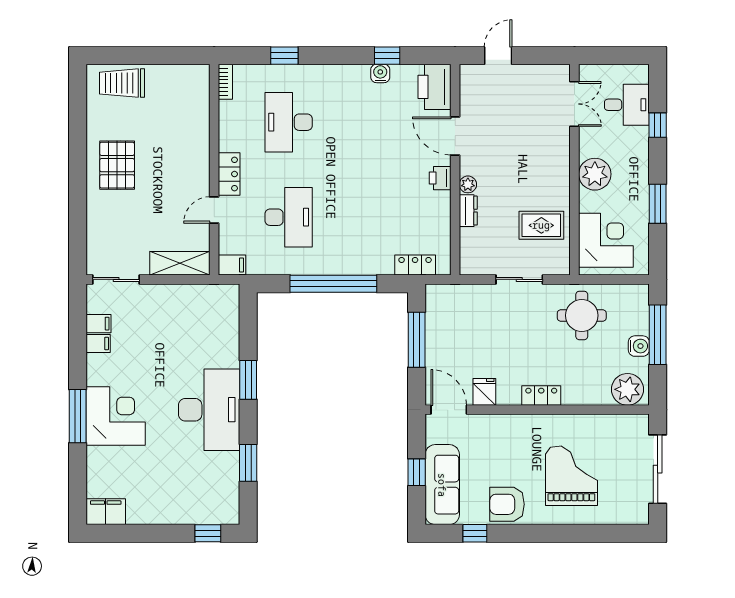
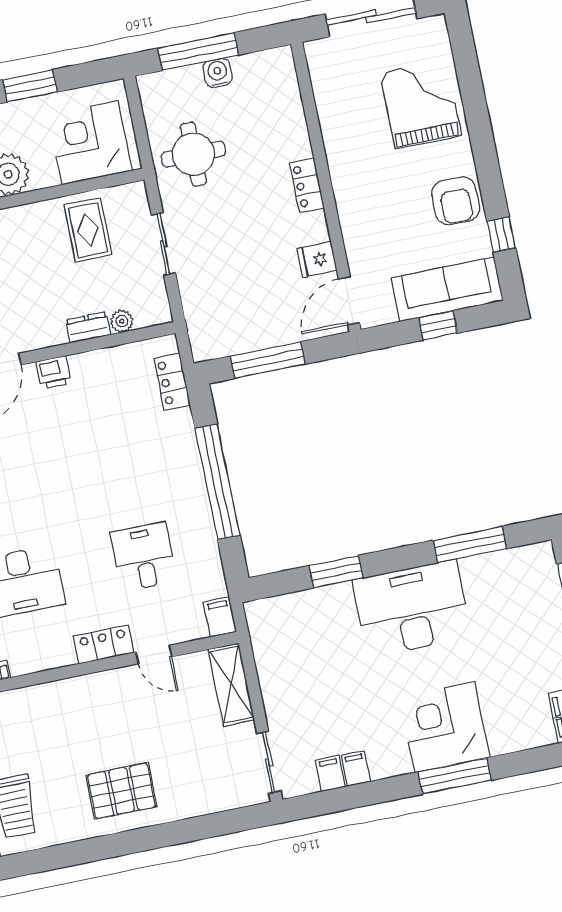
plant: (468, 184) -> (122, 321), moved
desk: (289, 217) -> (144, 557), width x0.73
window: (248, 380) -> (336, 572), moved
plant: (628, 389) -> (276, 76), removed
window: (248, 463) -> (470, 544), width x1.44
grand piano: (571, 476) -> (421, 104), moved, turned 90

